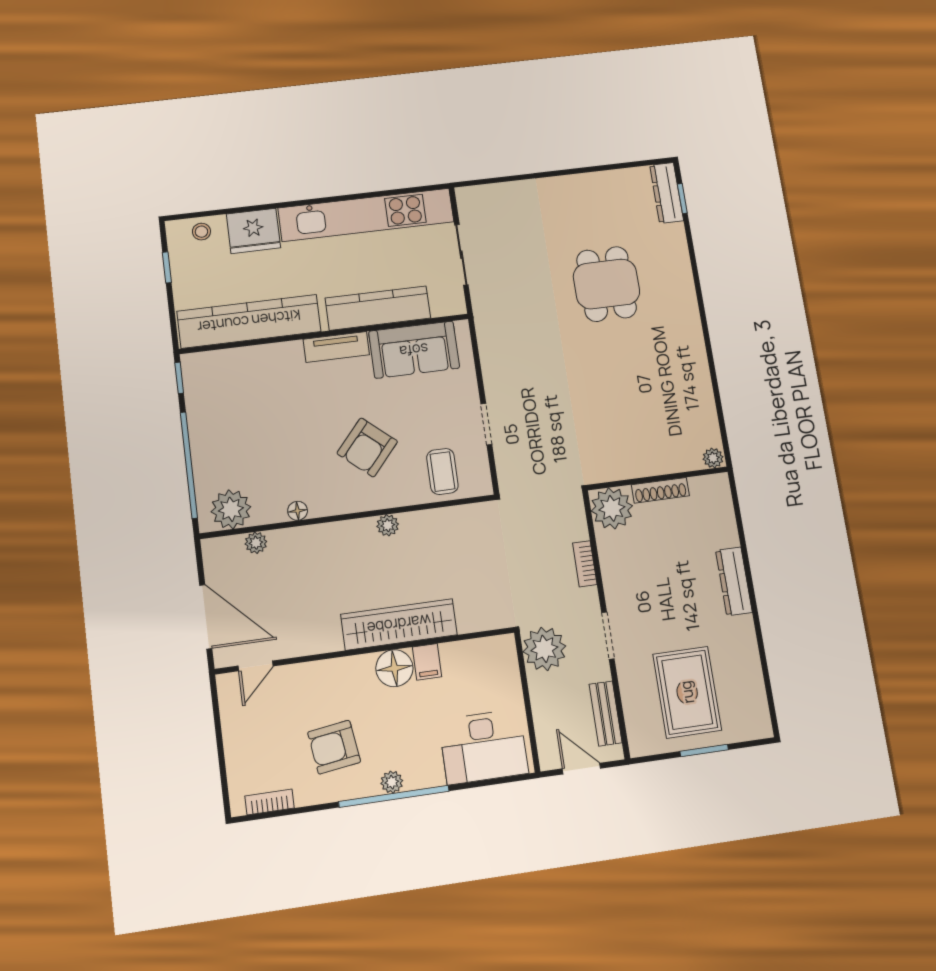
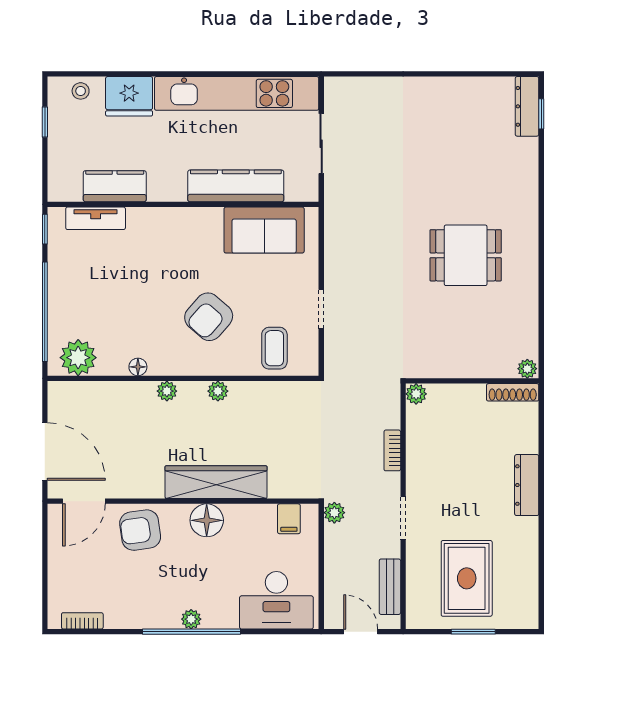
dining table: (606, 284) -> (466, 255), moved, turned 90
kitchen counter: (249, 321) -> (115, 186), width x0.48, depth x0.86
tv unit: (336, 347) -> (96, 218), moved
shoe rack: (660, 490) -> (513, 392), moved
plant: (612, 508) -> (416, 394), width x0.53, depth x0.53
plant: (256, 543) -> (167, 391), moved
plant: (544, 649) -> (334, 513), width x0.53, depth x0.53
filing cabinet: (427, 662) -> (289, 519), moved
door: (256, 666) -> (84, 501), width x1.38
armchair: (334, 747) -> (140, 530), moved

